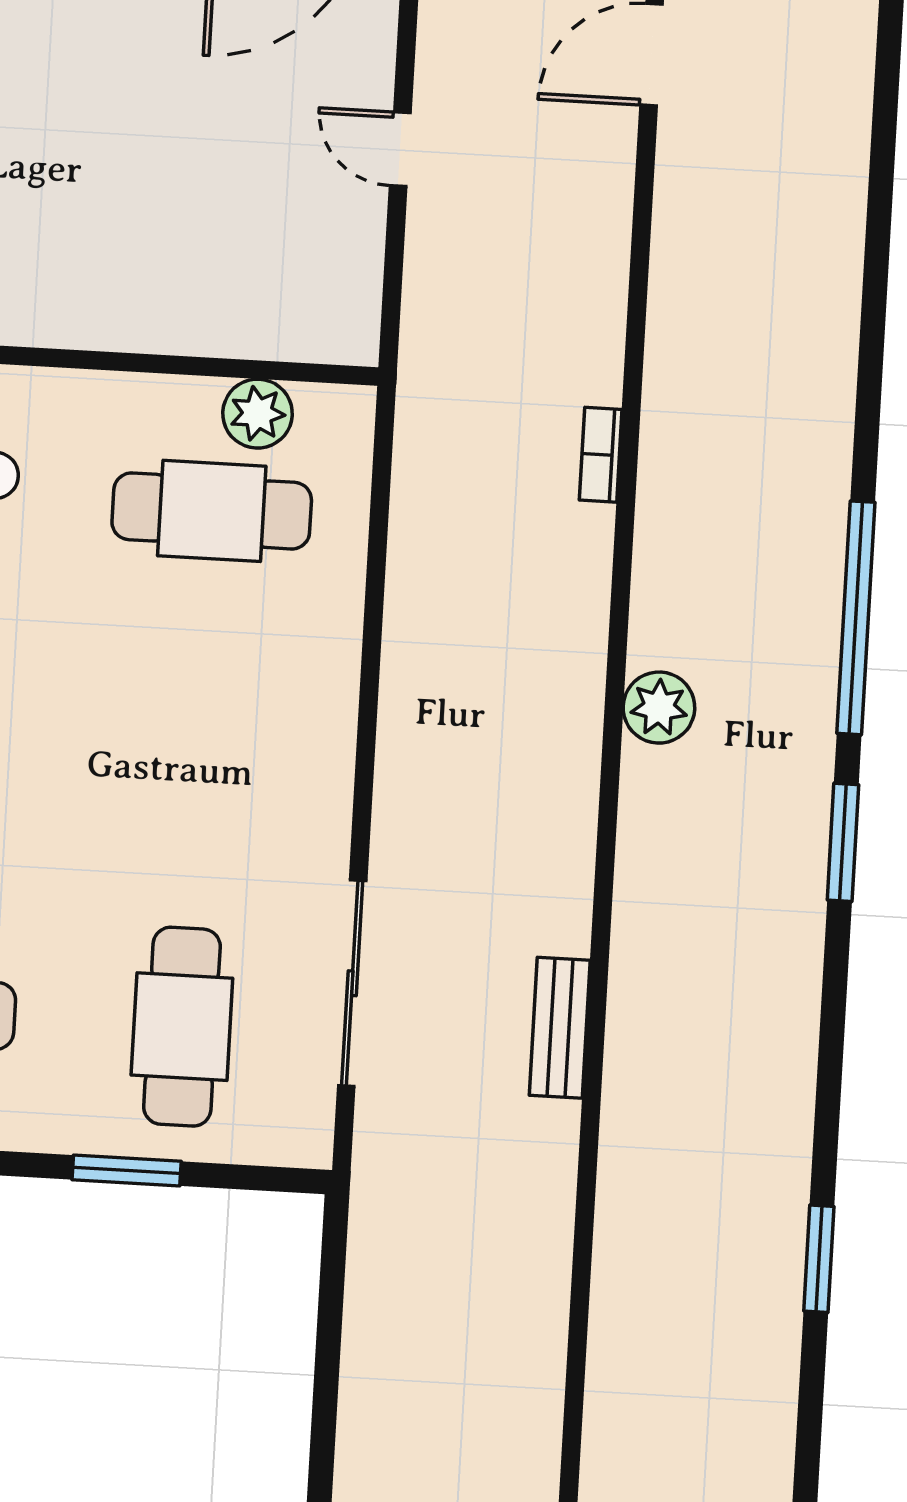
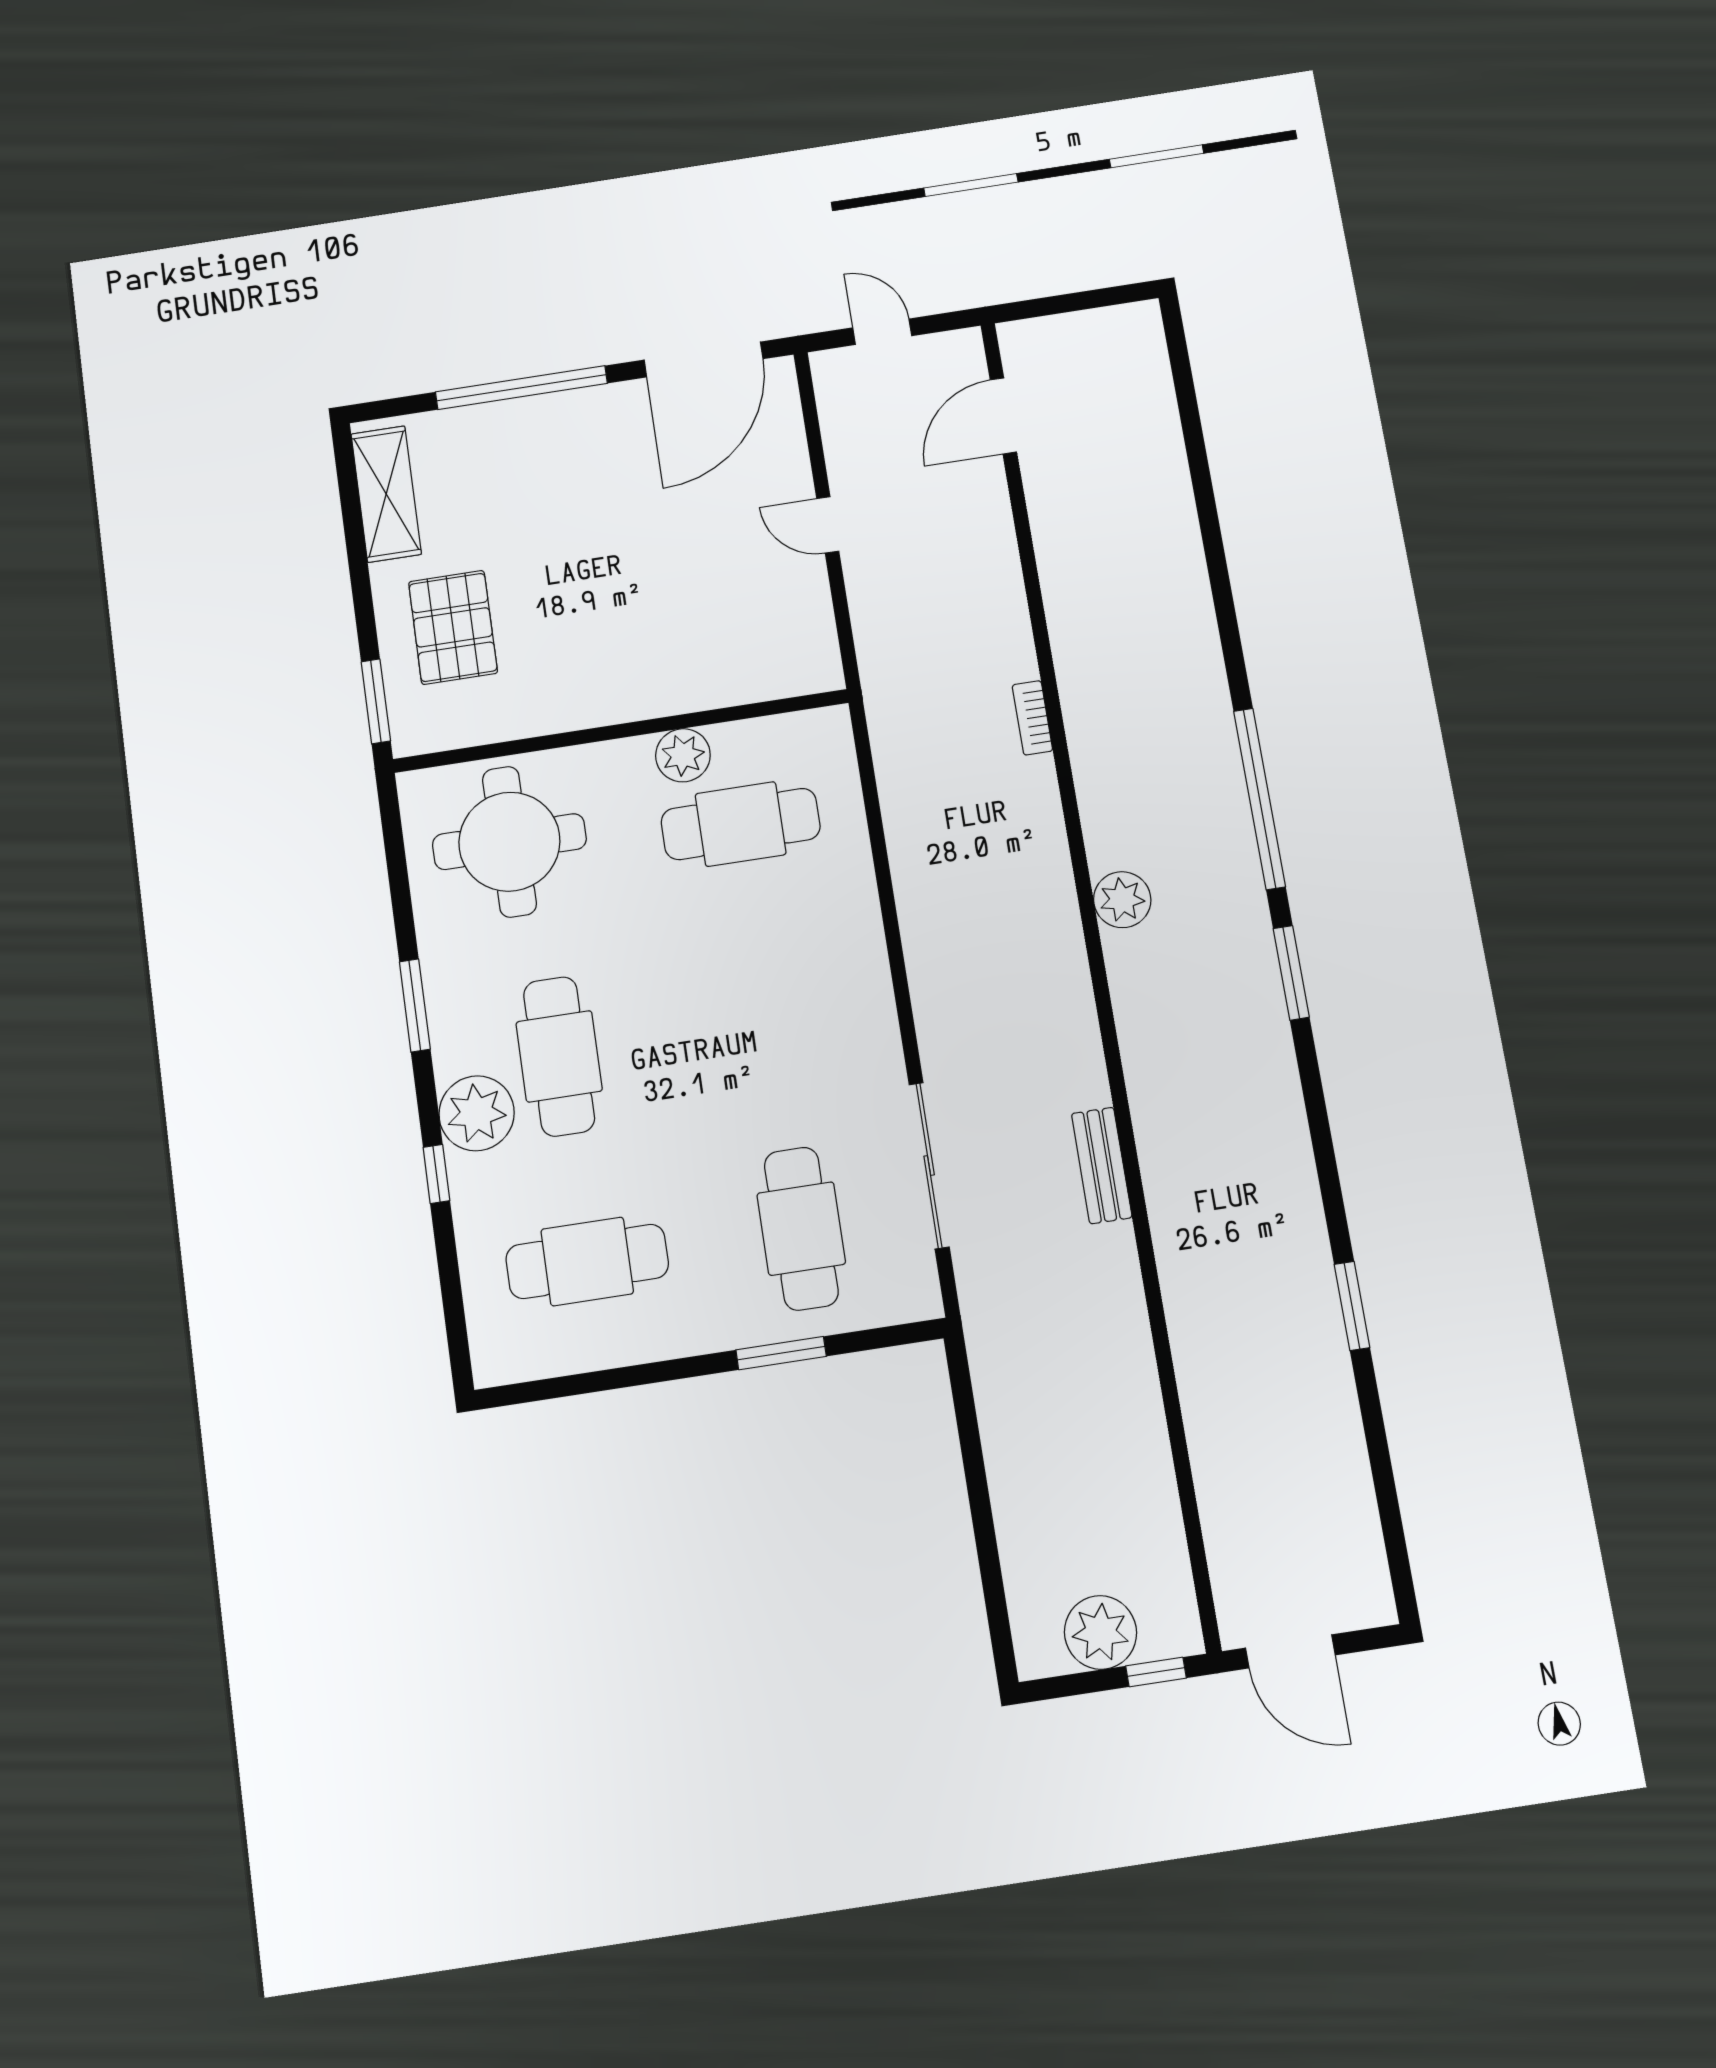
plant: (258, 414) -> (683, 755), moved

